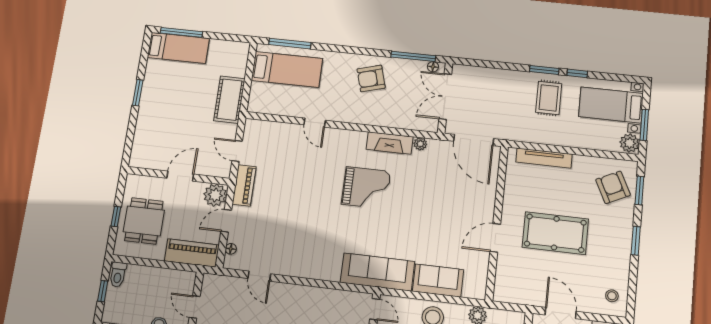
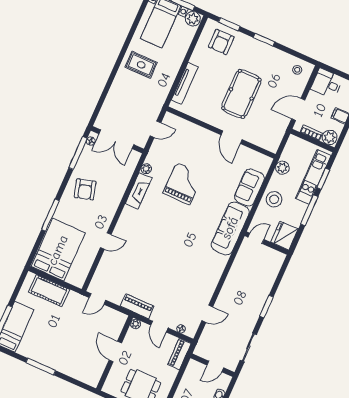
window: (290, 44) -> (50, 215), moved
bed: (287, 69) -> (58, 250), width x1.50
window: (544, 70) -> (119, 61), removed
window: (577, 73) -> (129, 38), removed
window: (138, 93) -> (41, 367), width x1.44
cot: (229, 100) -> (49, 291), moved
door: (474, 140) -> (155, 129), width x0.53
door: (237, 151) -> (97, 299), moved
armchair: (613, 187) -> (221, 42), turned -64
grand piano: (366, 188) -> (183, 184), moved
plant: (215, 195) -> (136, 324), width x0.53, depth x0.53
piano: (192, 253) -> (179, 354), width x0.73, depth x0.75

